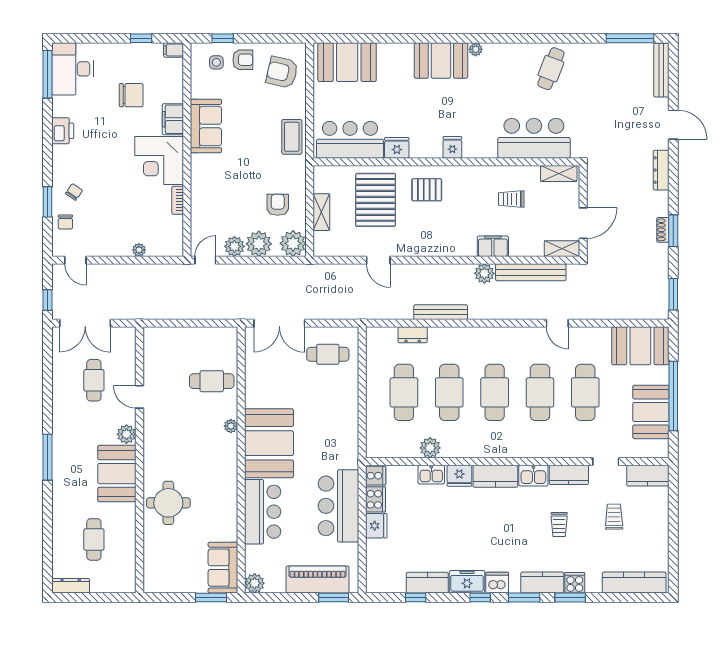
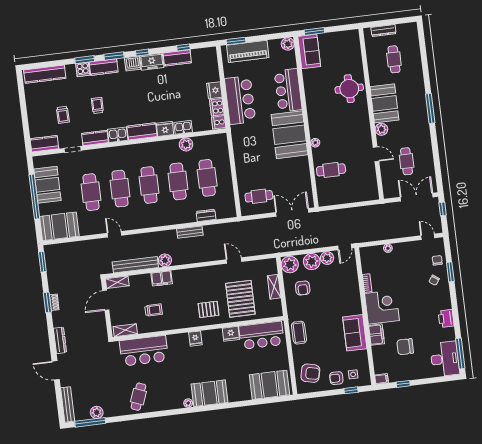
plant: (618, 52) -> (97, 412), added
bench: (441, 312) -> (190, 232), width x0.73
dresser: (71, 586) -> (383, 31), moved

